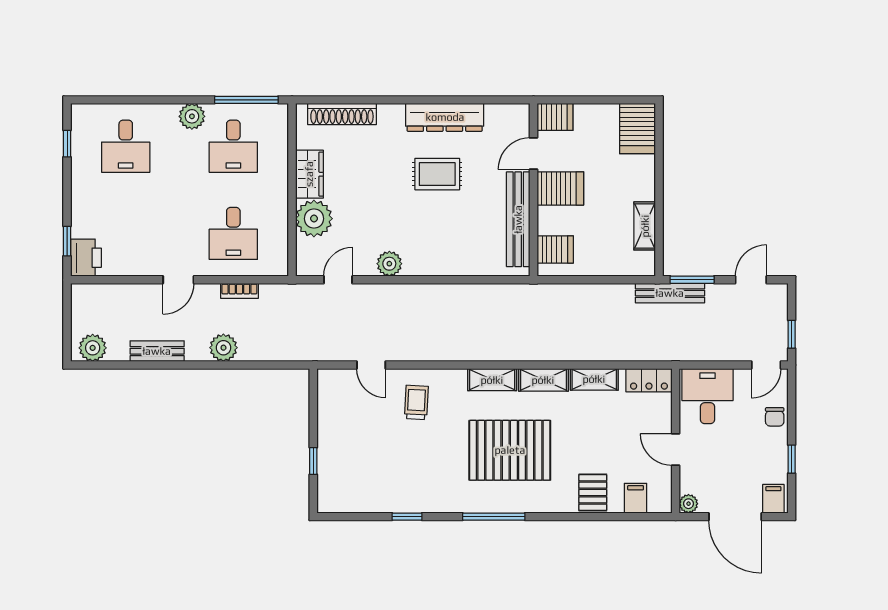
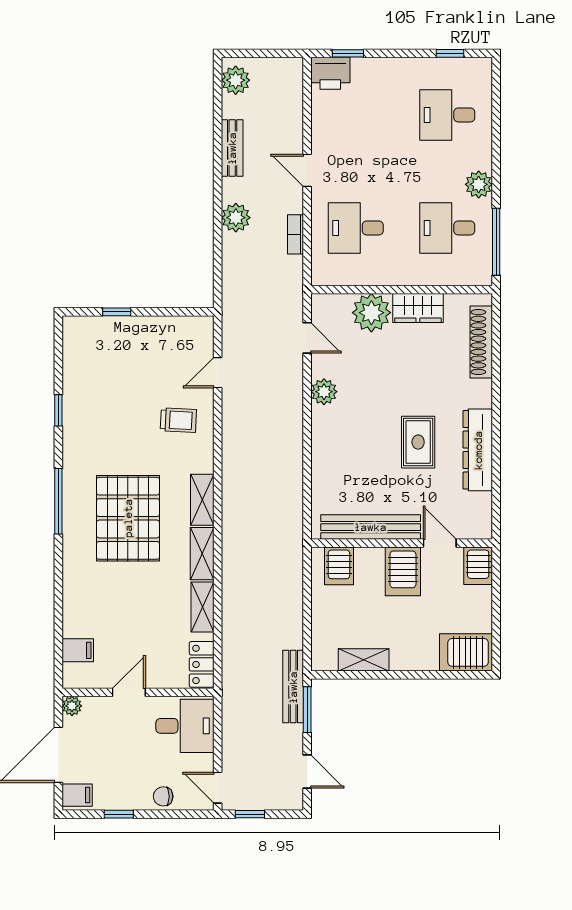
pallet: (593, 493) -> (84, 605), removed

